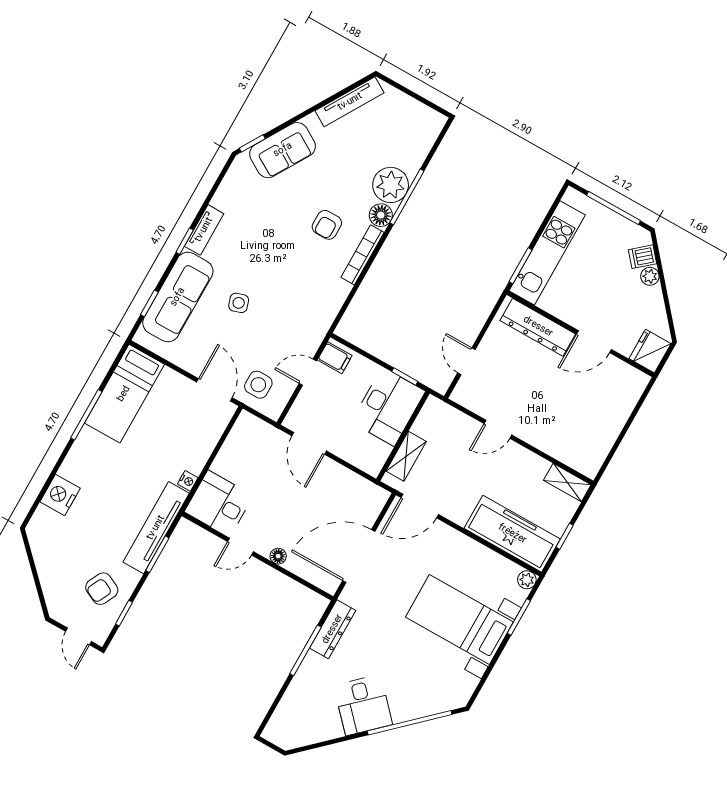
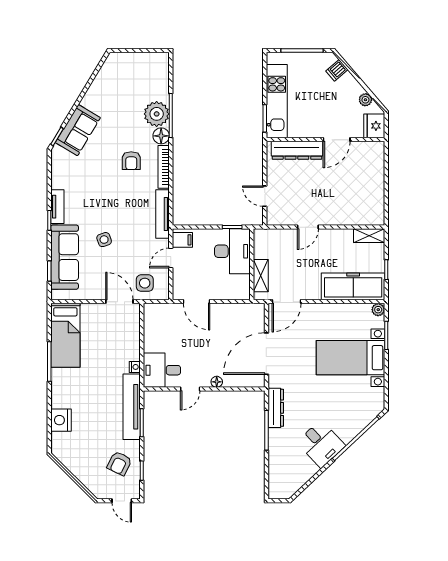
tv unit: (350, 102) -> (163, 214), moved, turned 149
plant: (650, 276) -> (365, 100), moved

